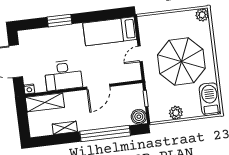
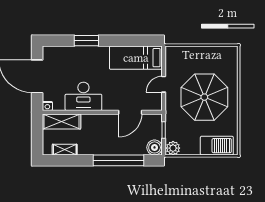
plant: (202, 15) -> (231, 53), removed
door: (98, 87) -> (130, 112), moved
barbecue: (210, 99) -> (217, 146), moved, turned 90
plant: (176, 113) -> (173, 148), moved
shelving: (65, 128) -> (65, 150), moved

